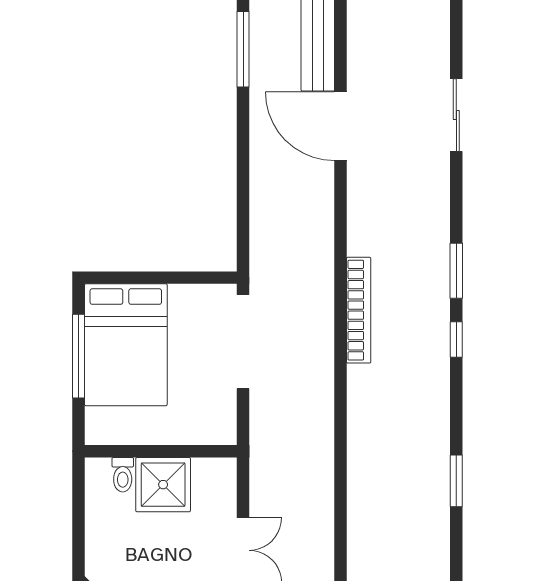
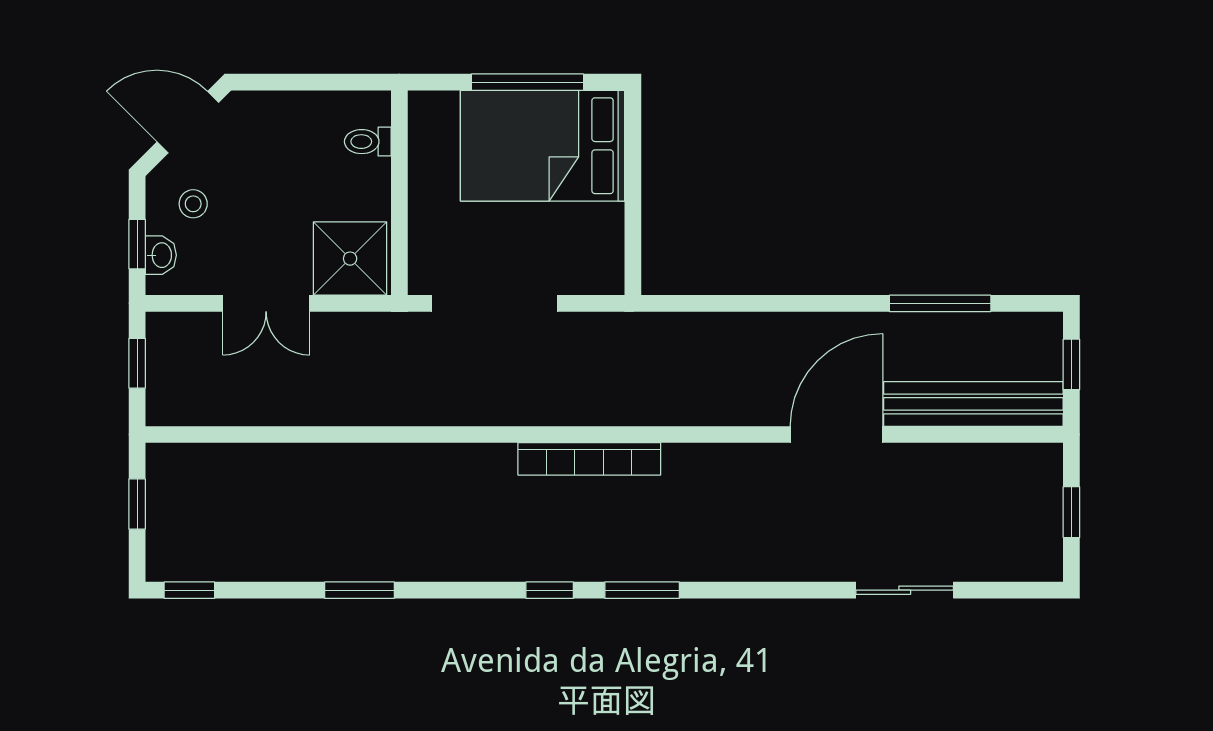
sliding door: (456, 115) -> (905, 590), moved
doorway: (243, 342) -> (494, 303), moved
shower: (163, 485) -> (350, 259), moved

